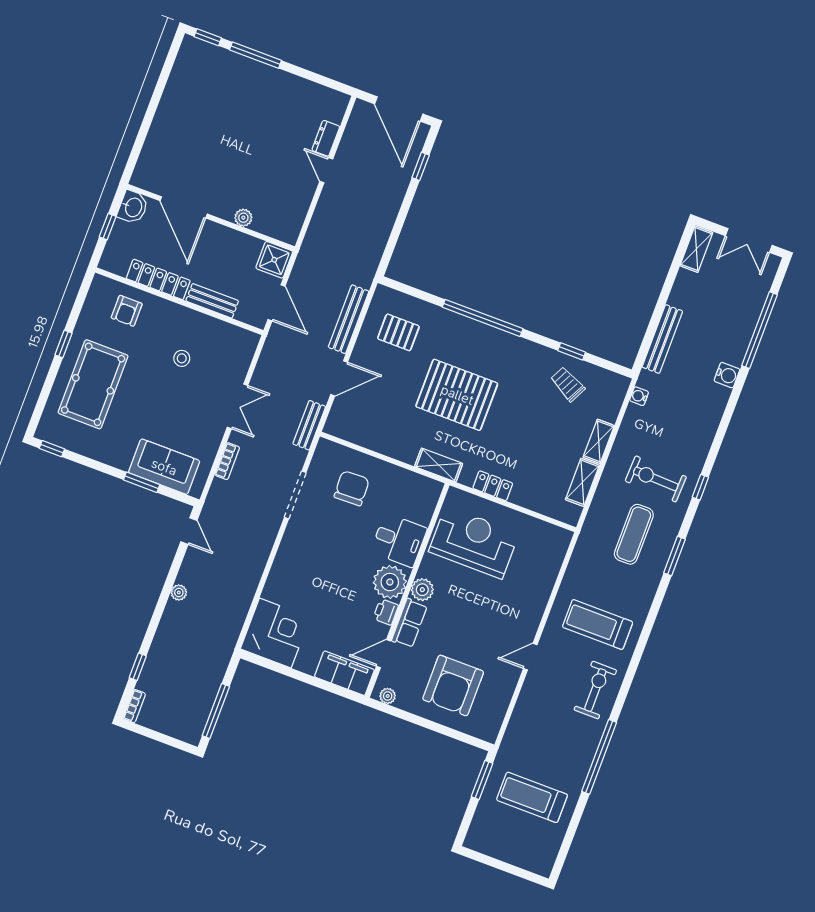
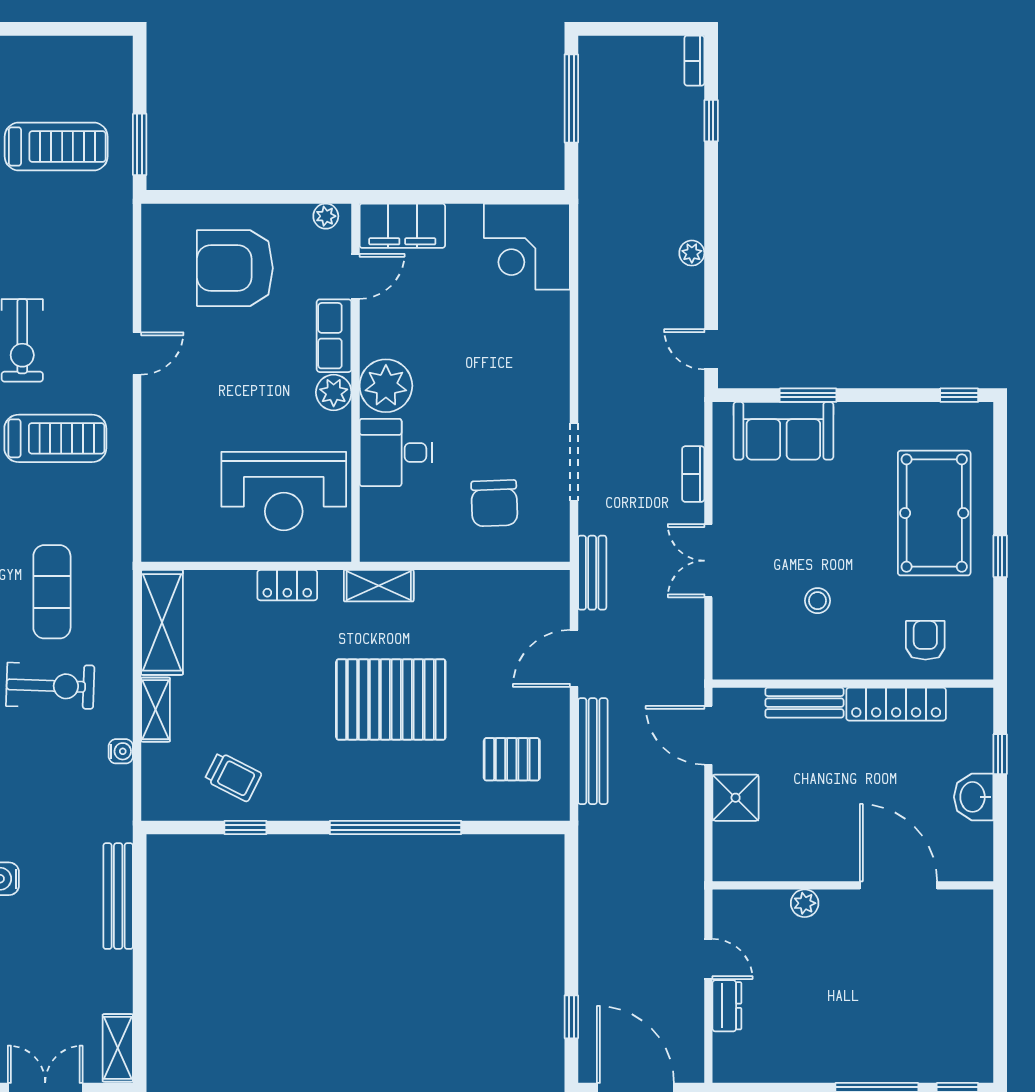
door: (184, 207) -> (898, 885), moved
wall: (211, 218) -> (853, 885), moved
plant: (243, 218) -> (805, 903), moved
water cooler: (639, 396) -> (121, 751), moved
shelving: (582, 482) -> (162, 622), width x1.50, depth x1.33
printer: (386, 612) -> (375, 339), removed
armchair: (453, 685) -> (235, 268), turned -90

